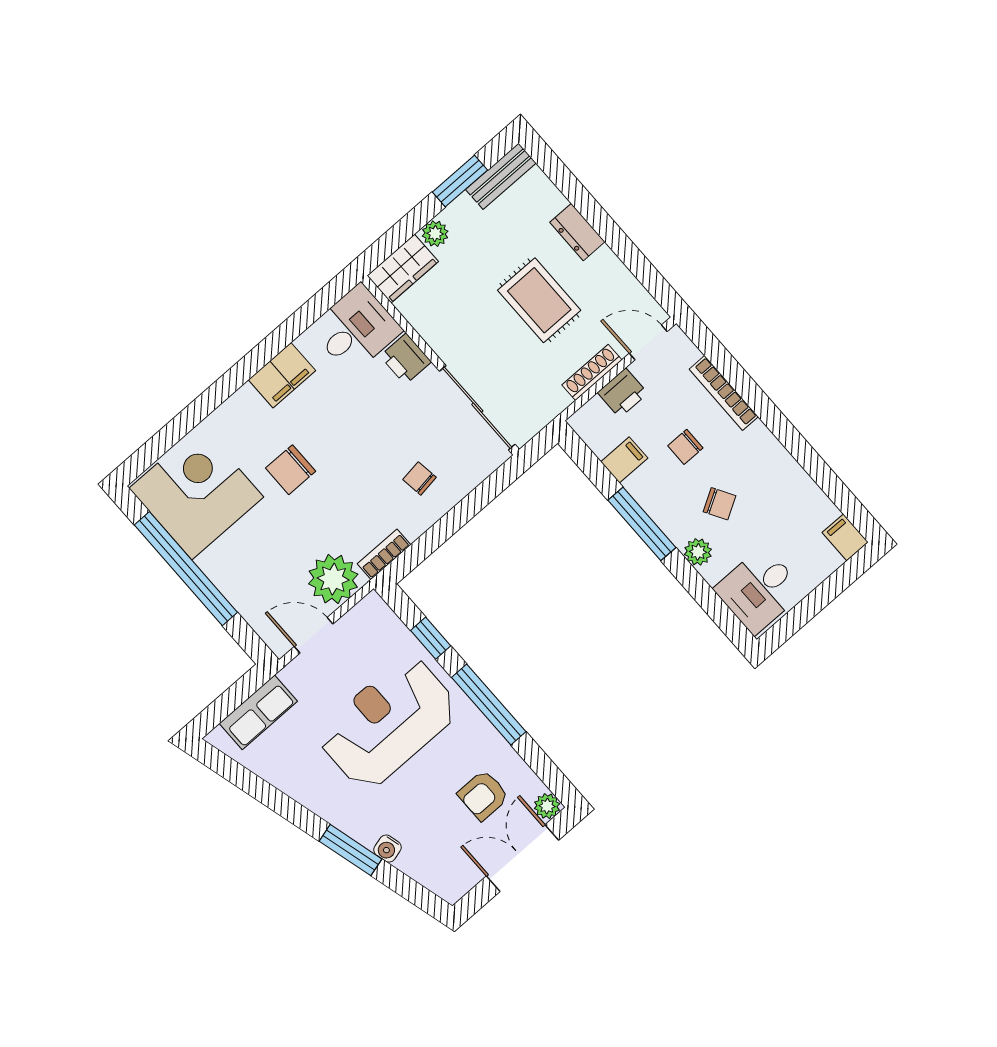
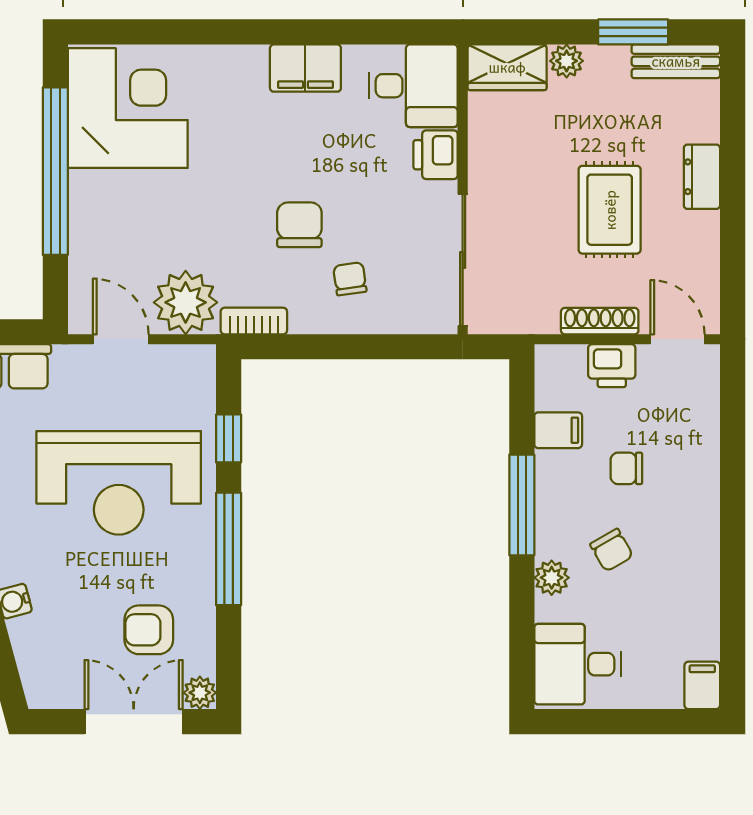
bookcase: (724, 393) -> (707, 449), removed
chair: (291, 470) -> (299, 225), moved, turned 90
reception desk: (388, 723) -> (119, 483), turned 180

